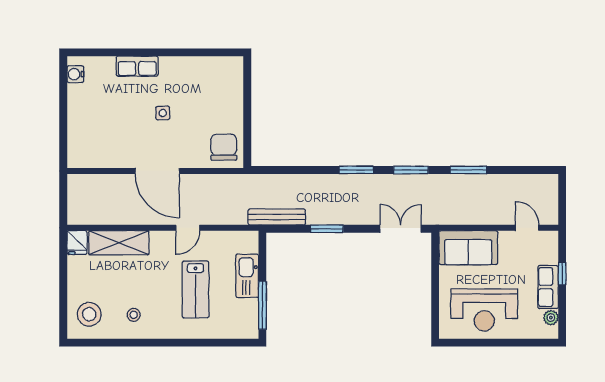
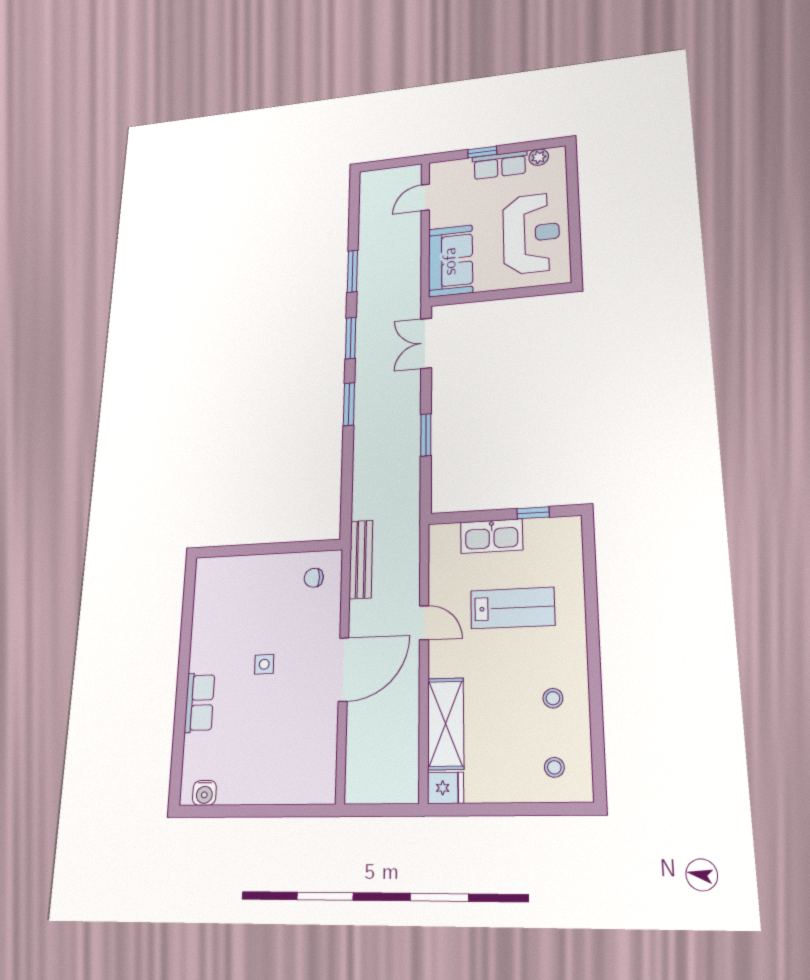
chair: (224, 147) -> (314, 578), width x0.54, depth x0.54
bench: (277, 217) -> (361, 559), moved
window: (262, 305) -> (533, 513), width x0.46
stool: (89, 314) -> (554, 767), width x0.53, depth x0.53

